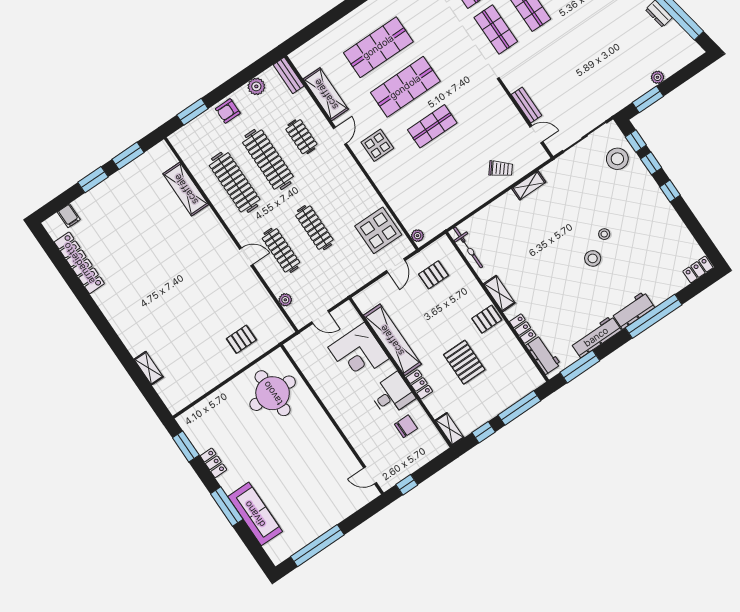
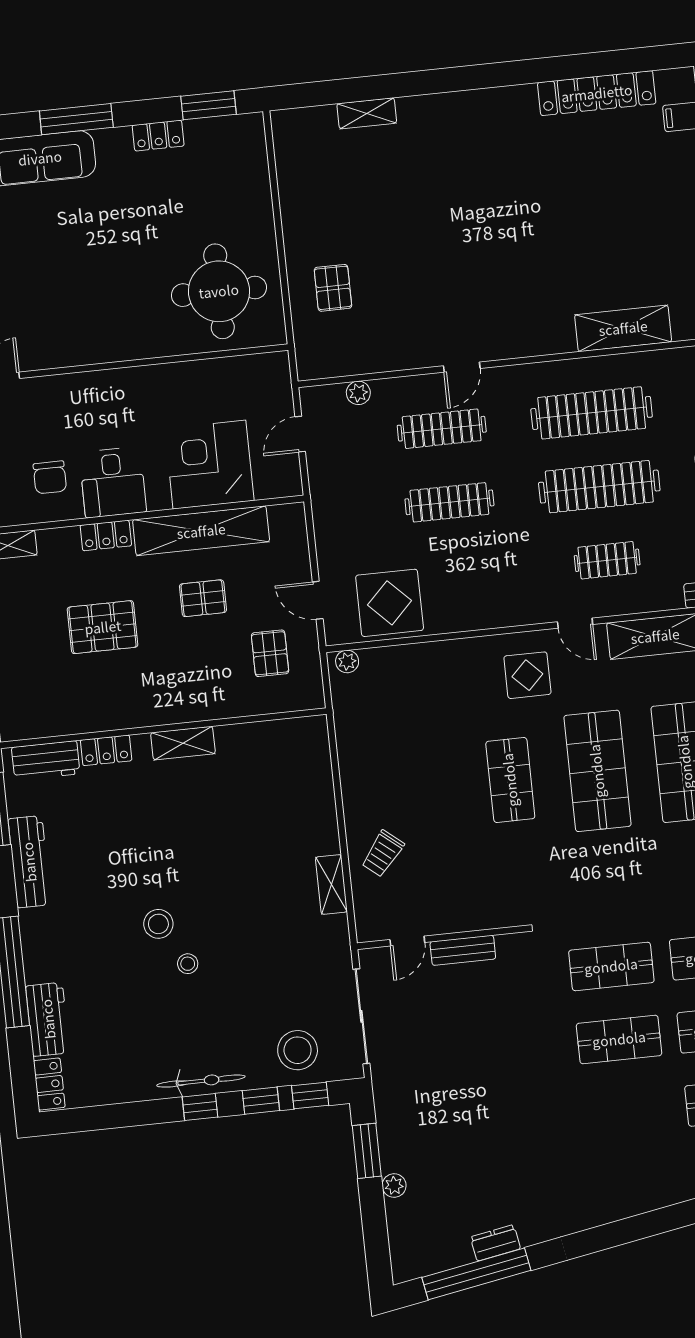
bicycle: (468, 248) -> (201, 1081), moved, turned 180
workbench: (633, 310) -> (48, 1019), moved
pallet: (487, 319) -> (203, 598), moved, turned 90

